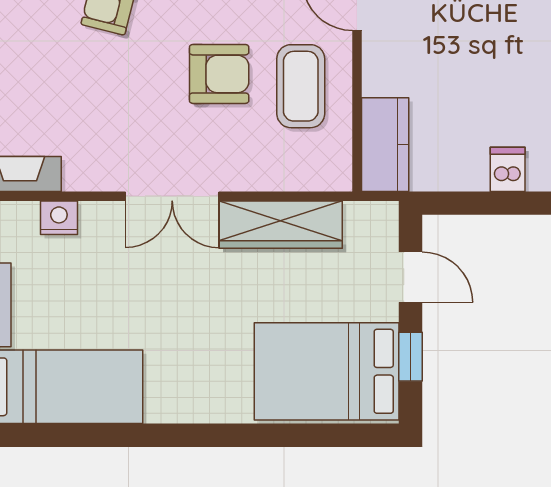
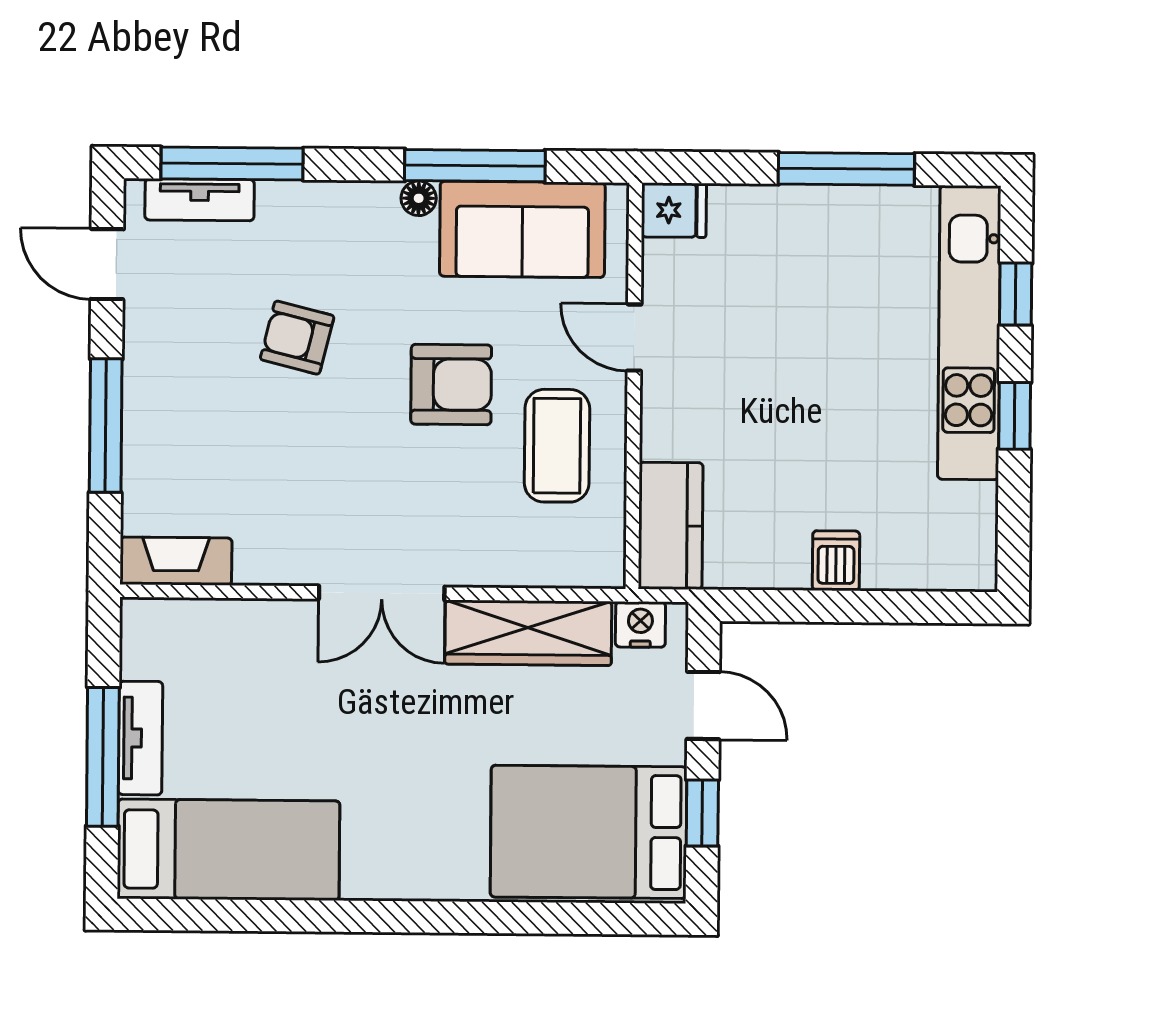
armchair: (219, 74) -> (451, 385), moved
nightstand: (59, 218) -> (640, 624), moved

